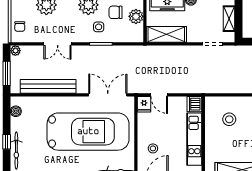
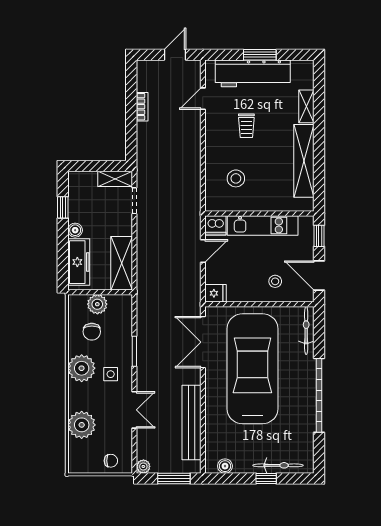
shelving: (229, 19) -> (115, 179), moved
side table: (99, 27) -> (111, 374), moved
door: (159, 95) -> (203, 251), moved

